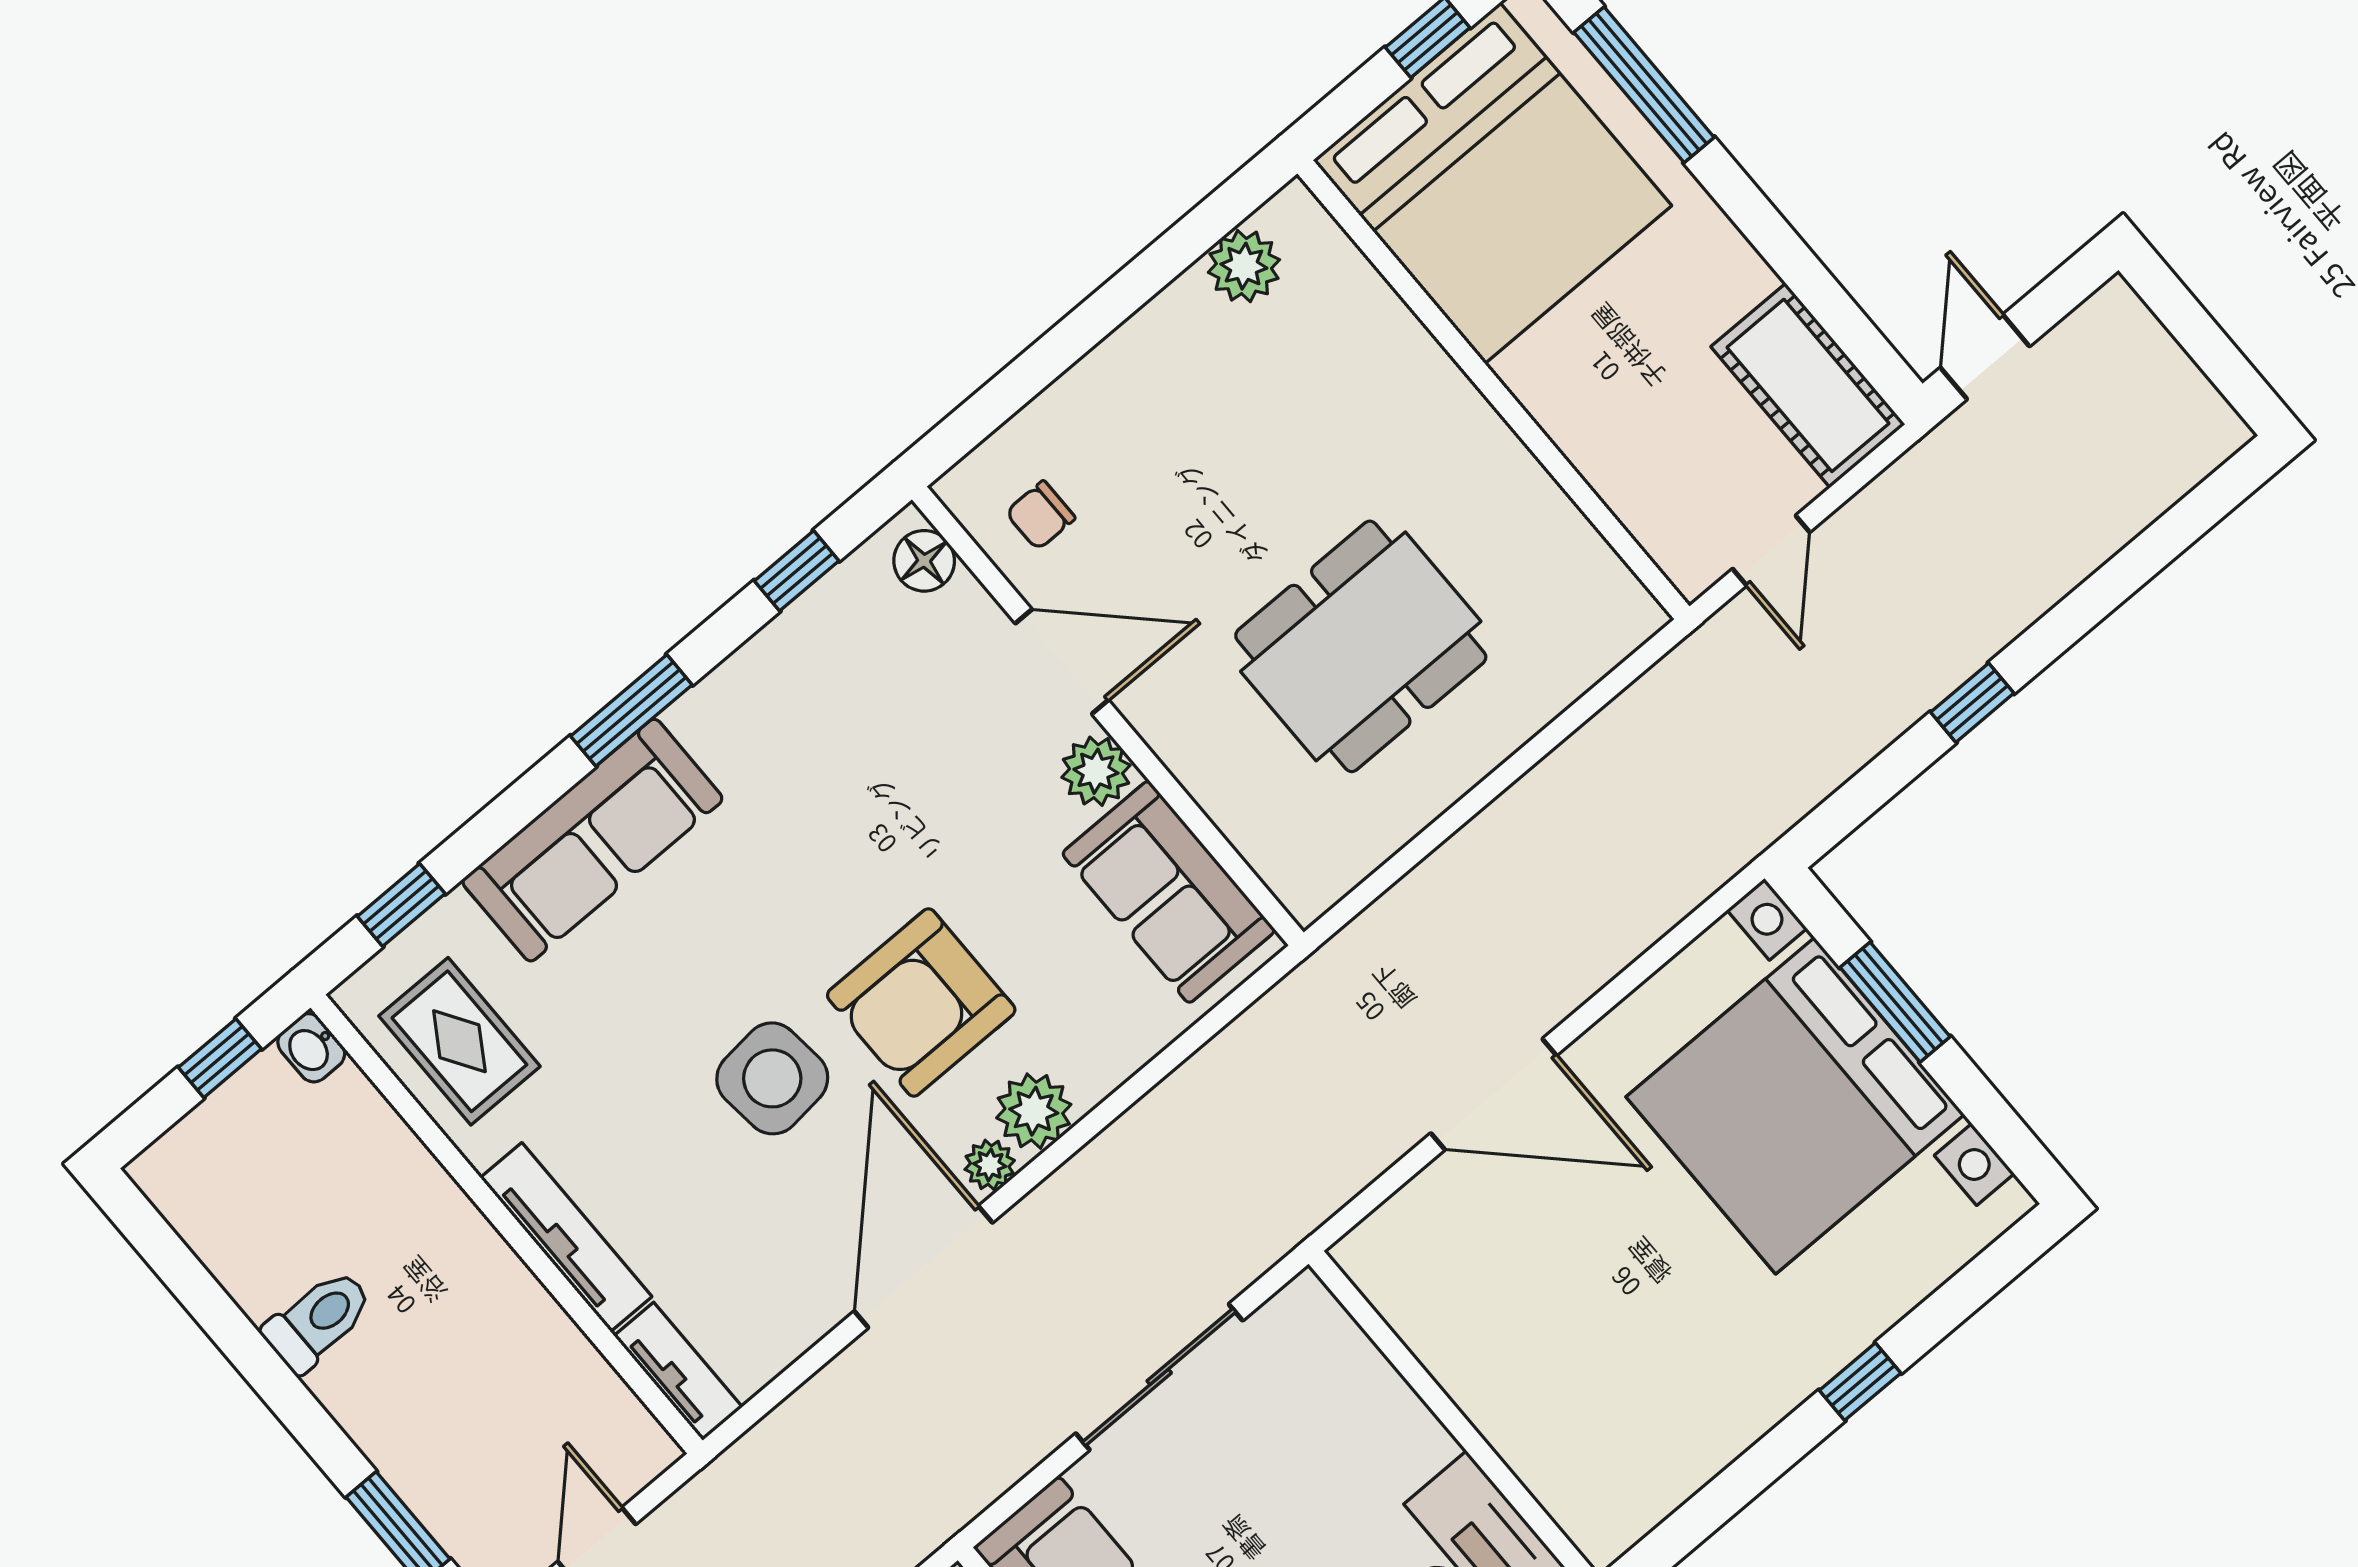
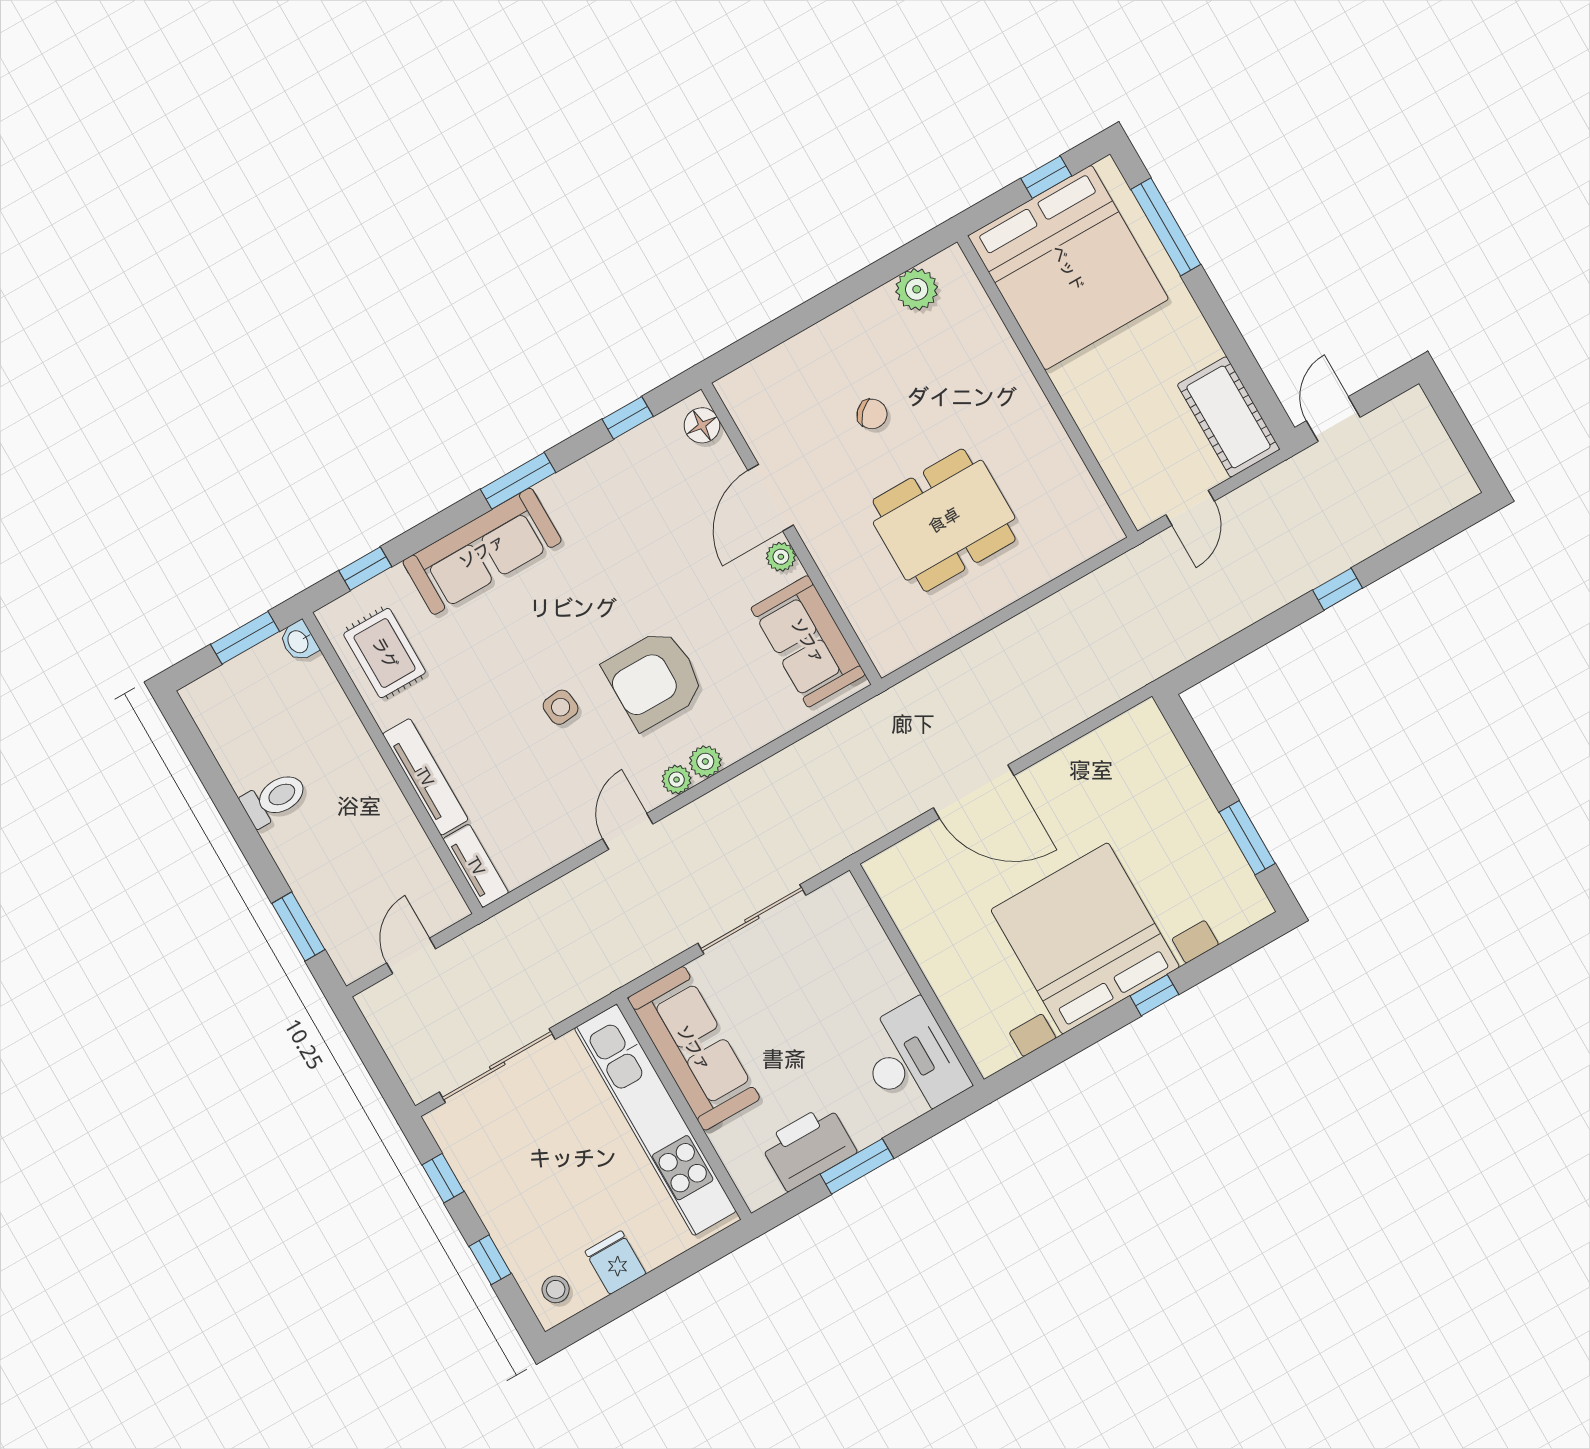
chair: (1040, 515) -> (872, 414), moved, turned -136
door: (1062, 662) -> (771, 498), swing flipped
window: (1972, 703) -> (1338, 589), moved
plant: (1096, 771) -> (781, 557), width x0.73, depth x0.73
window: (1895, 1002) -> (1247, 838), moved
window: (220, 1058) -> (245, 638), width x1.50
side table: (772, 1078) -> (561, 707), width x0.54, depth x0.54
bed with nightstands: (1795, 1106) -> (1085, 938), moved, turned 90
plant: (1034, 1111) -> (705, 761), width x0.73, depth x0.73
door: (923, 1267) -> (628, 831), width x0.53

